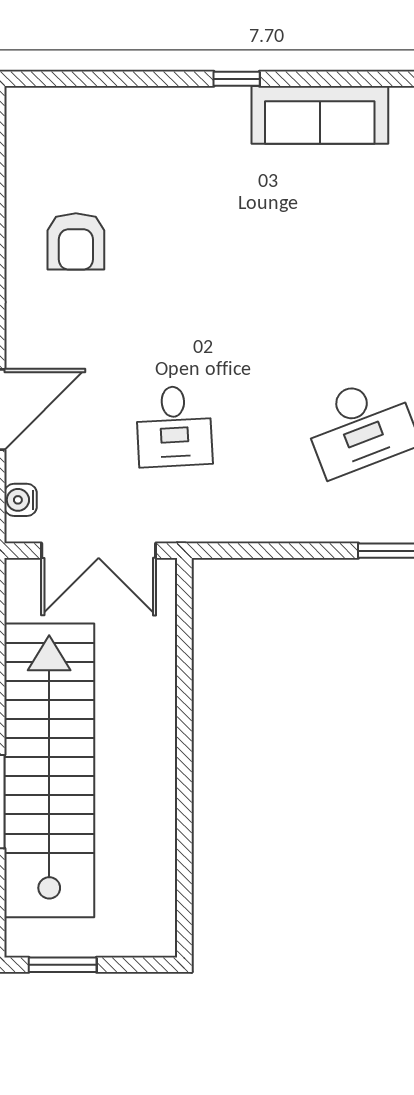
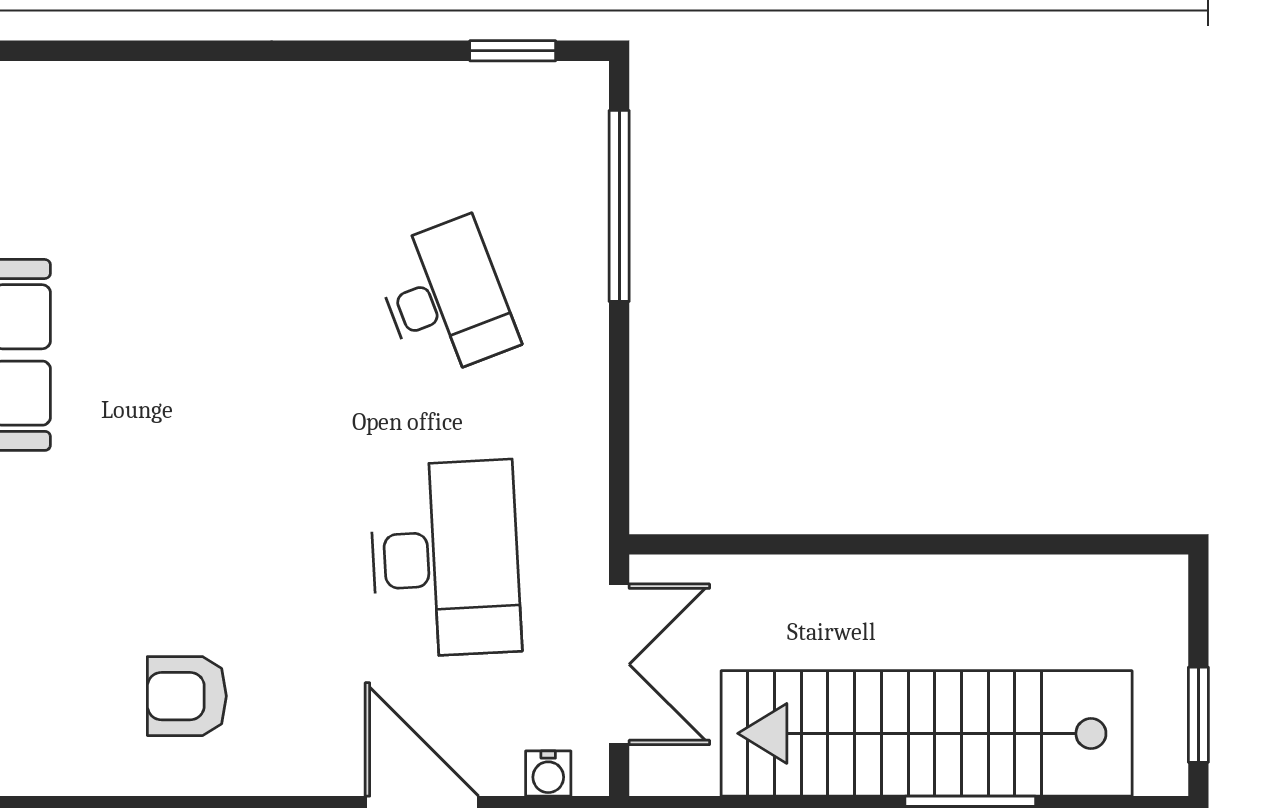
armchair: (76, 241) -> (187, 696), turned 180
desk: (174, 426) -> (445, 559), width x1.87, depth x1.30

